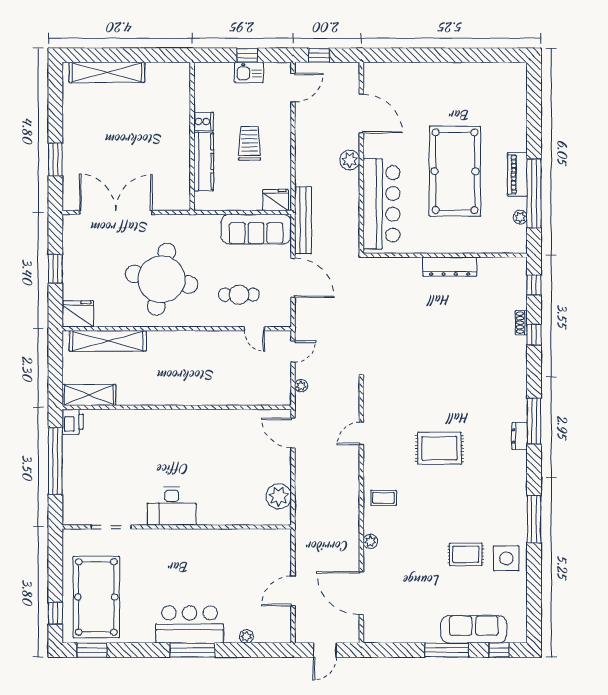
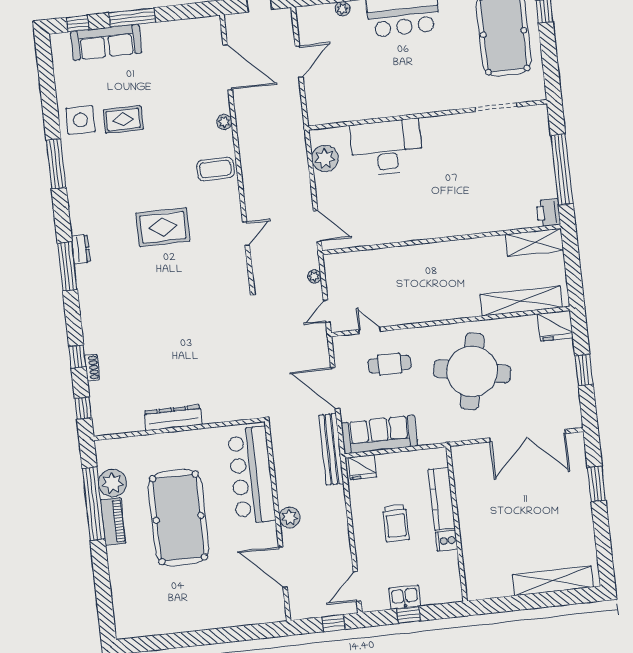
plant: (520, 217) -> (112, 483), width x1.88, depth x1.88
coffee table: (383, 498) -> (215, 169), width x1.36, depth x1.30
desk: (172, 506) -> (387, 147), moved, width x1.36, depth x1.30

